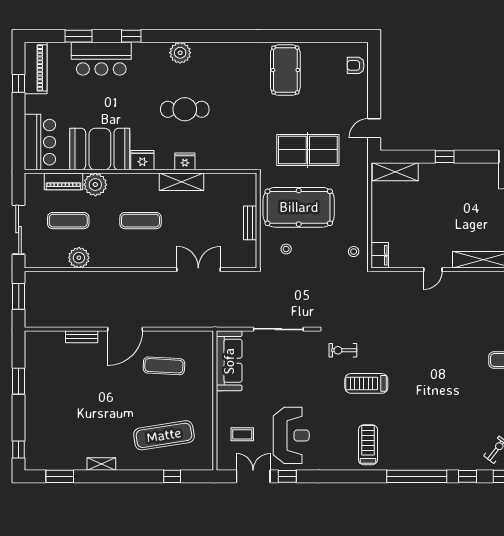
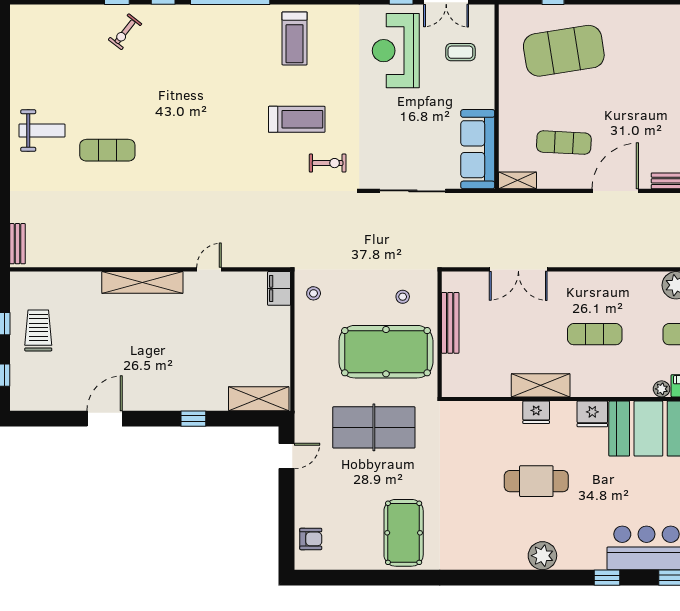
plant: (95, 185) -> (662, 389), width x0.53, depth x0.53
bench: (250, 223) -> (450, 323), width x1.36
exercise mat: (164, 435) -> (564, 51), width x1.47
shelving: (101, 464) -> (517, 180), moved

